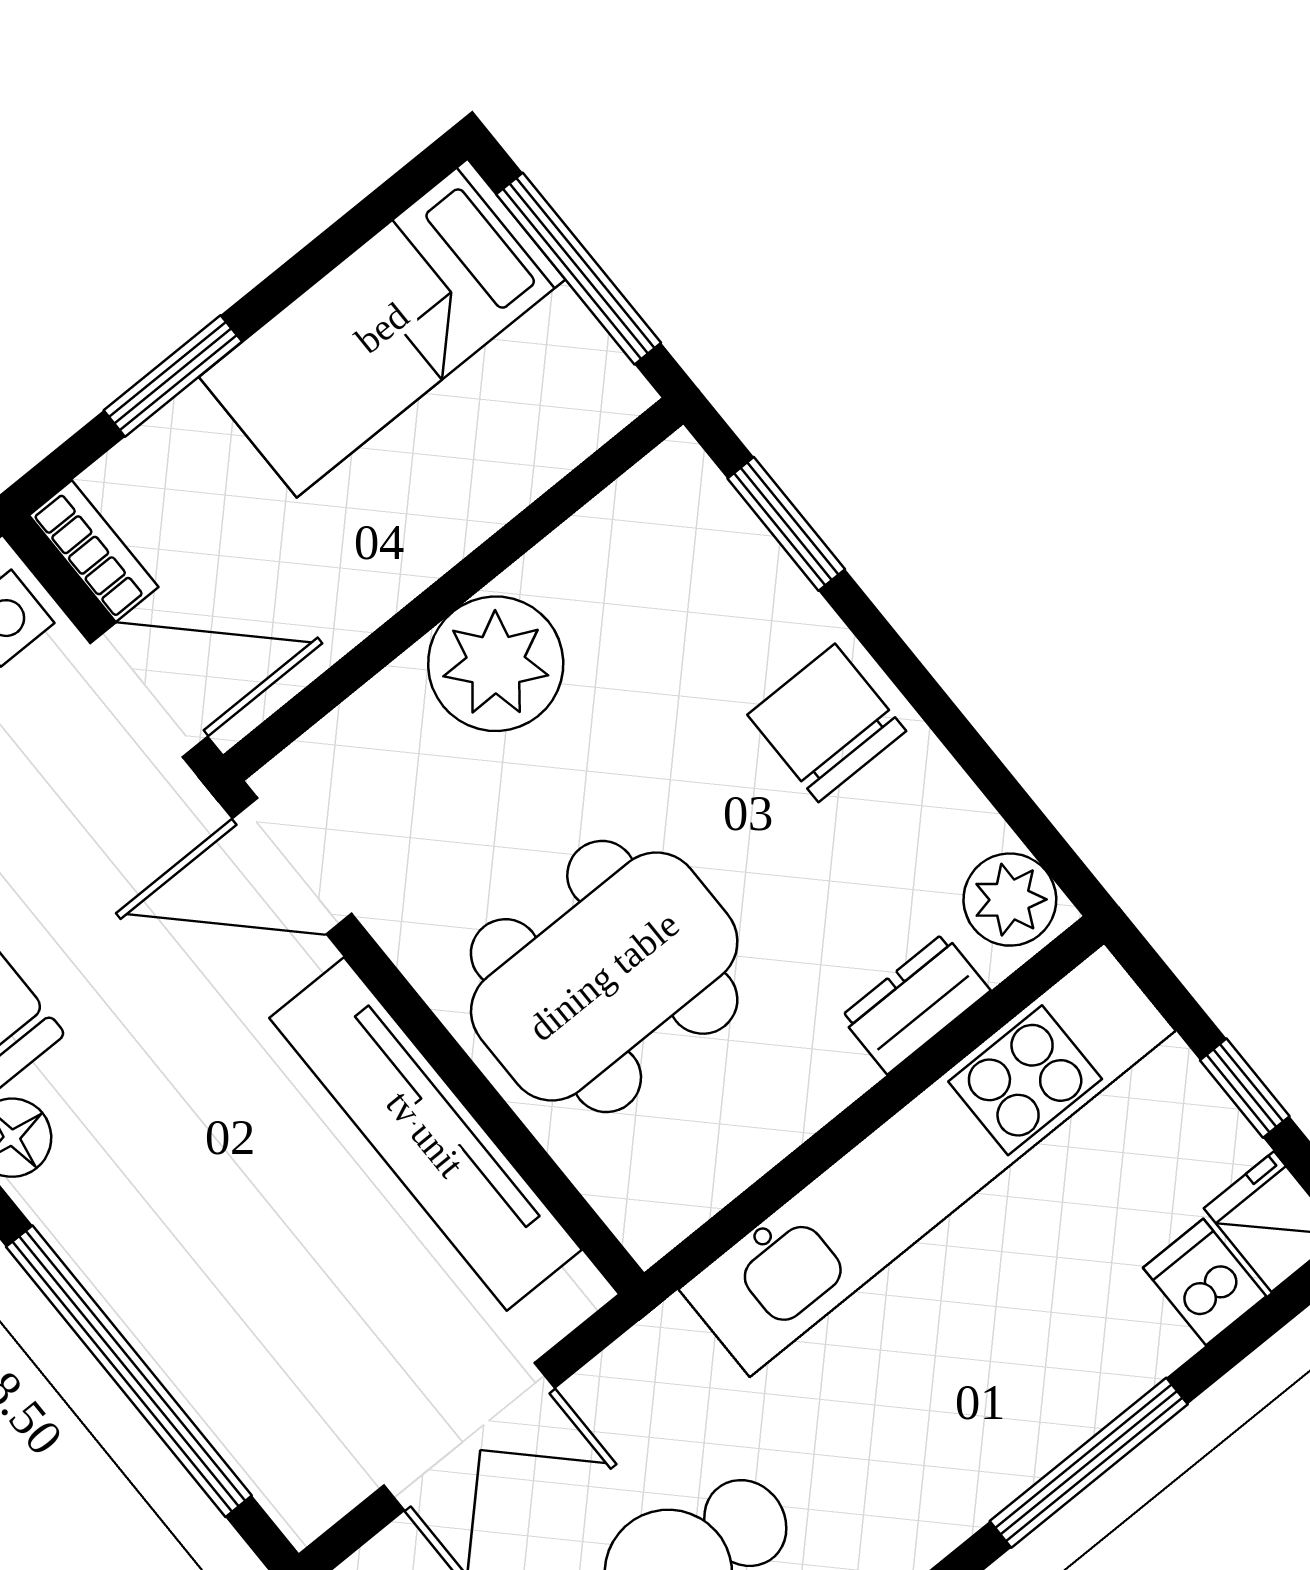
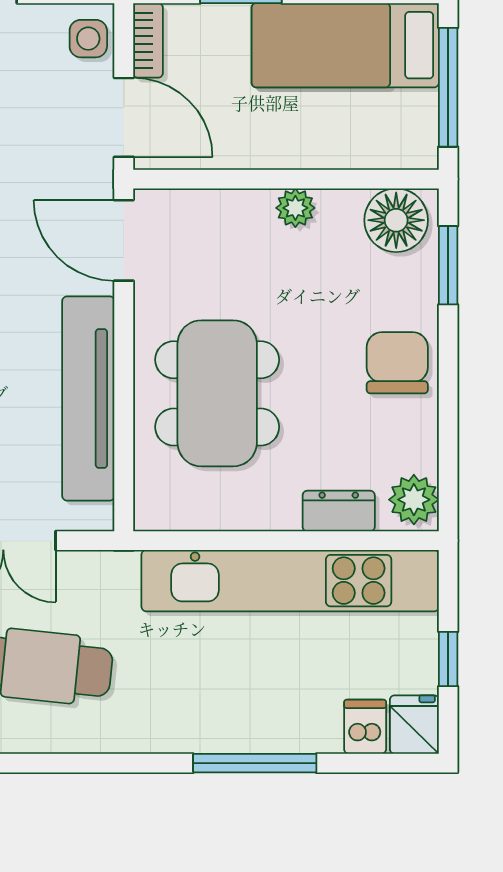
floor lamp: (659, 520) -> (396, 220), added
plant: (496, 664) -> (295, 208), width x0.53, depth x0.53
dining table: (604, 976) -> (217, 393), turned 90

